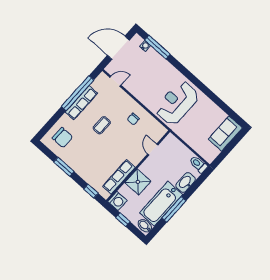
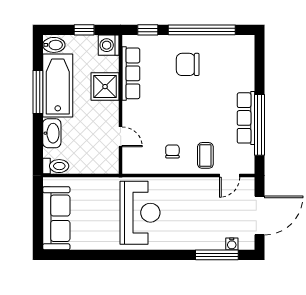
coffee table: (102, 125) -> (205, 155), moved
sofa: (225, 134) -> (56, 218), width x1.36
chair: (62, 138) -> (188, 64), moved
window: (64, 167) -> (202, 30), width x2.11

